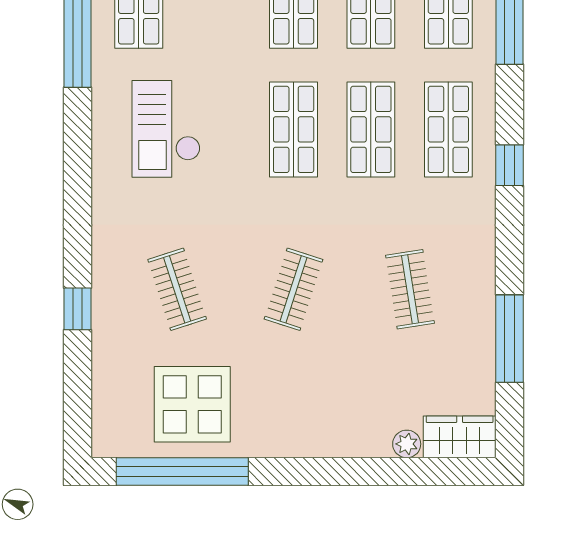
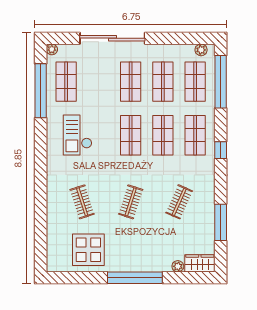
clothes rail: (410, 289) -> (179, 202), turned 33
window: (78, 309) -> (41, 210), removed
window: (182, 471) -> (135, 278), moved

